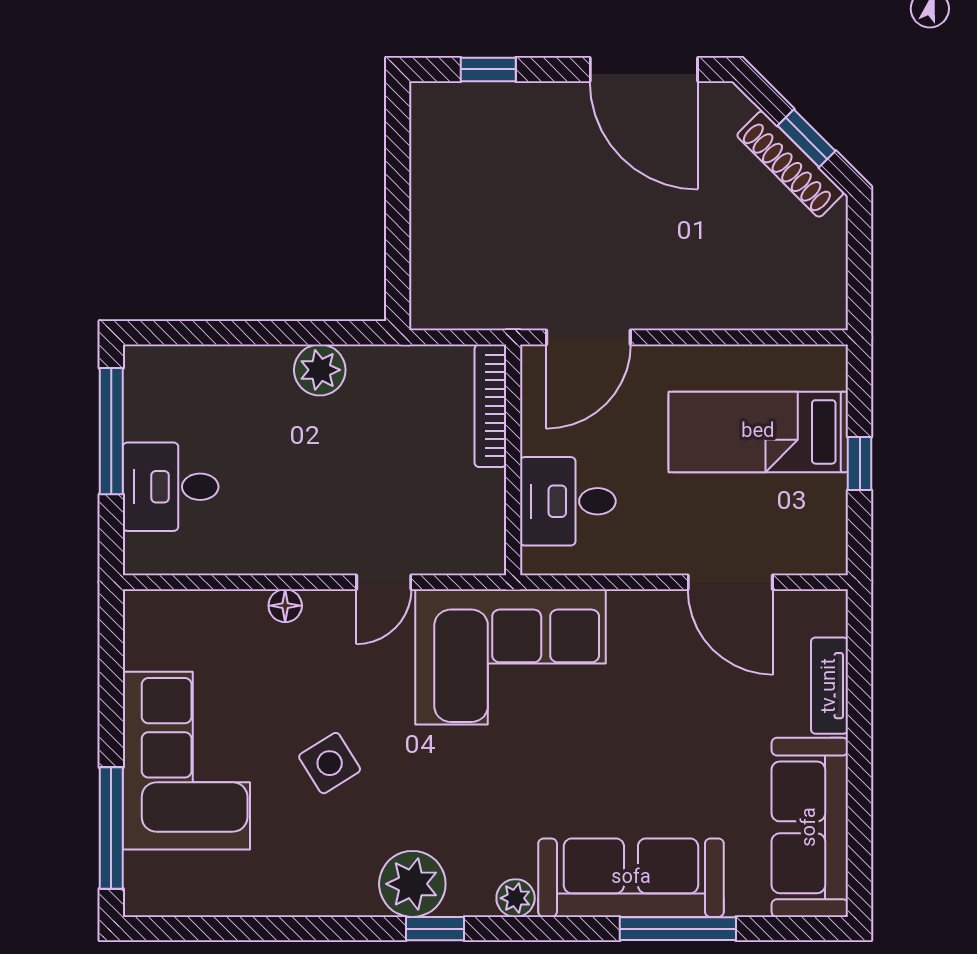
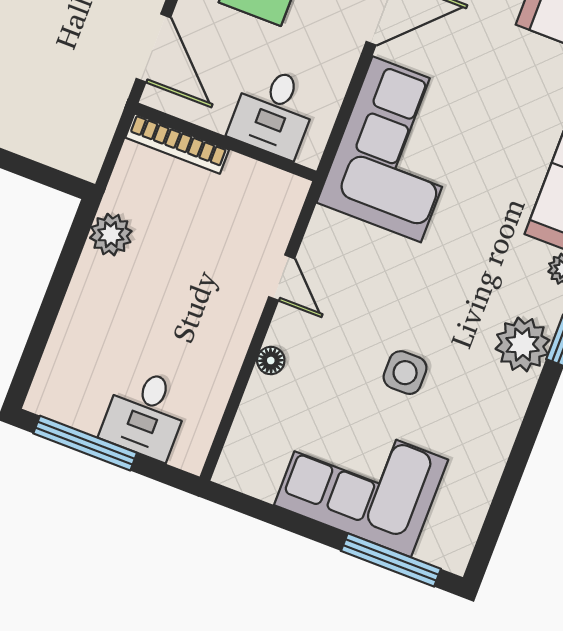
plant: (320, 370) -> (111, 235), moved
corner sofa: (511, 657) -> (397, 149), moved
side table: (330, 763) -> (405, 373), turned 32

